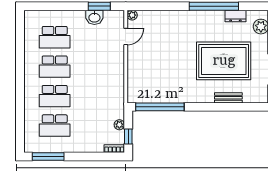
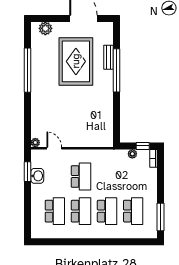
dresser: (235, 16) -> (36, 51), removed
school desk: (94, 67) -> (81, 177), added
window: (160, 107) -> (117, 70), moved

